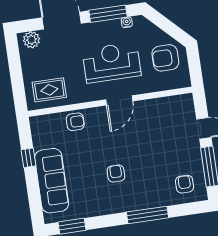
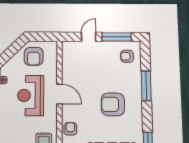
armchair: (116, 174) -> (113, 104), width x1.88, depth x1.88

